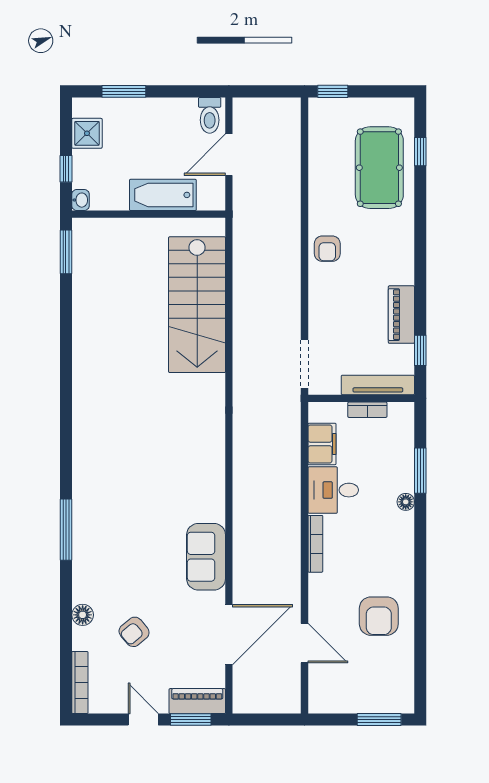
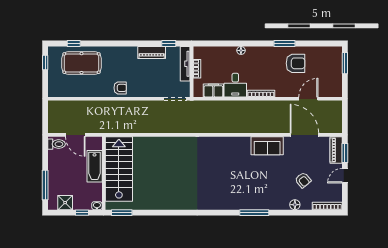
window: (124, 91) -> (45, 185), width x1.44
window: (333, 91) -> (45, 62), moved
stairs: (197, 305) -> (119, 169), moved, turned -90
window: (420, 471) -> (285, 44), moved

